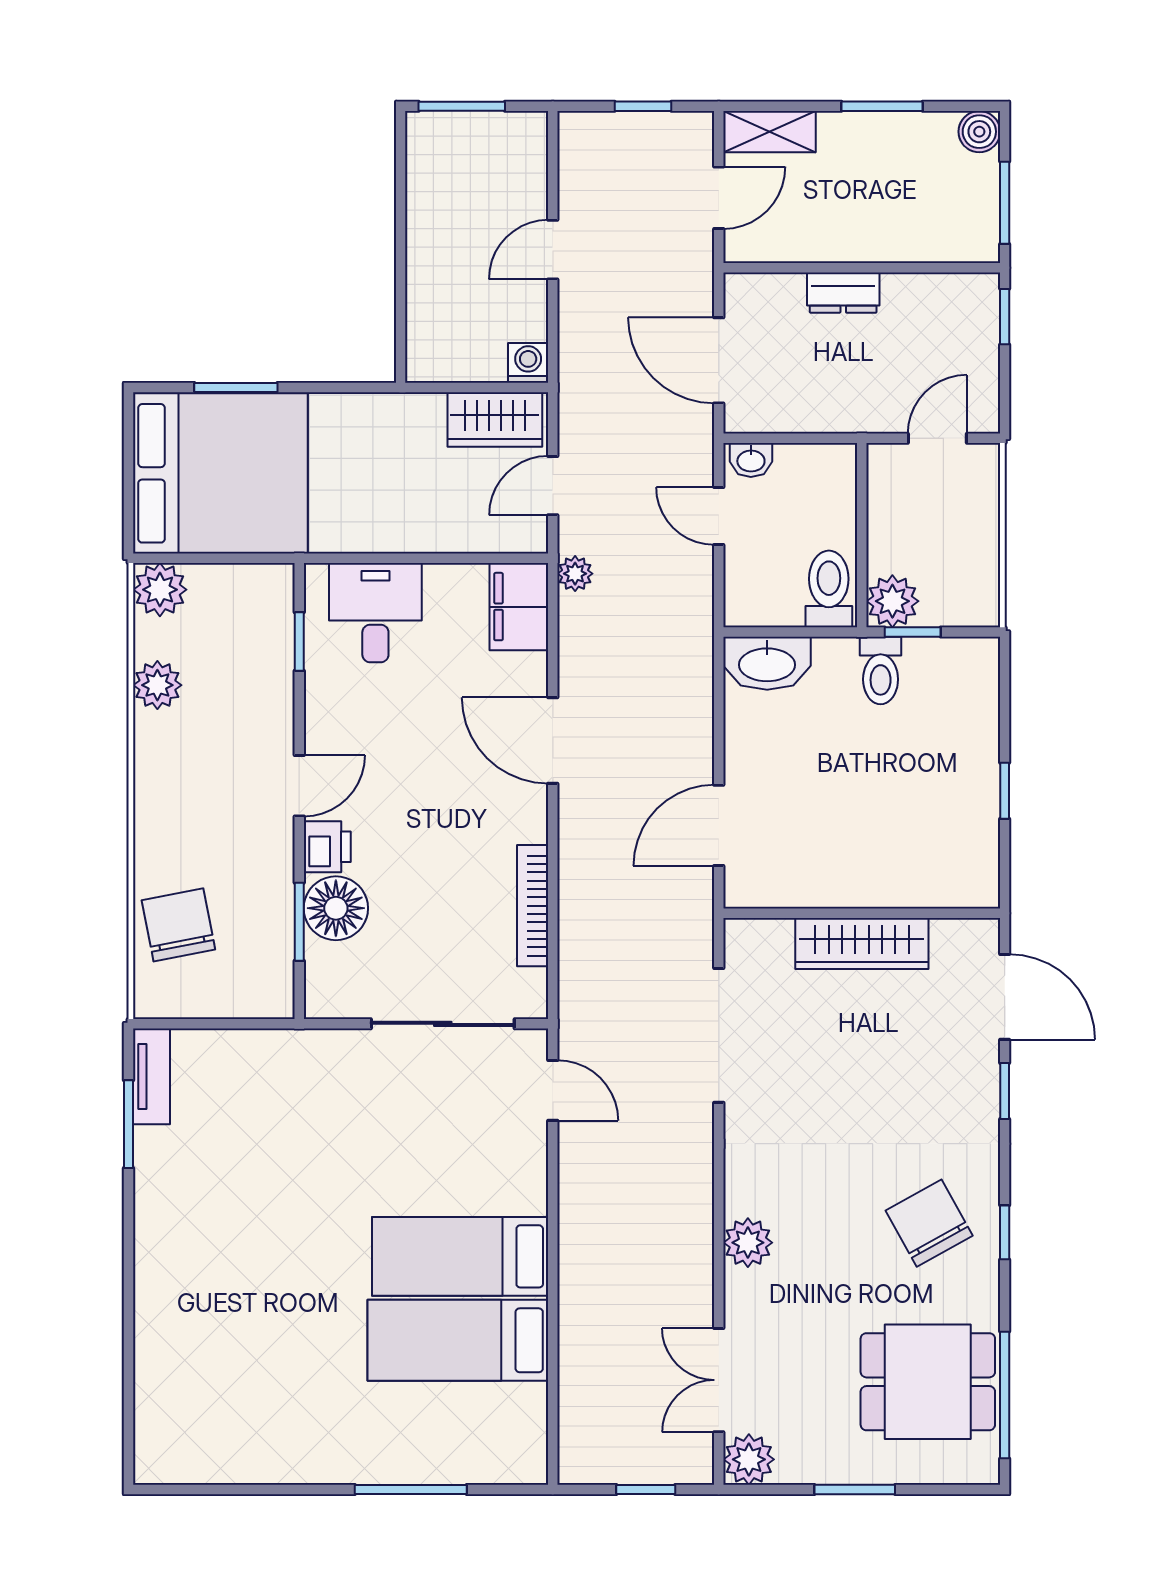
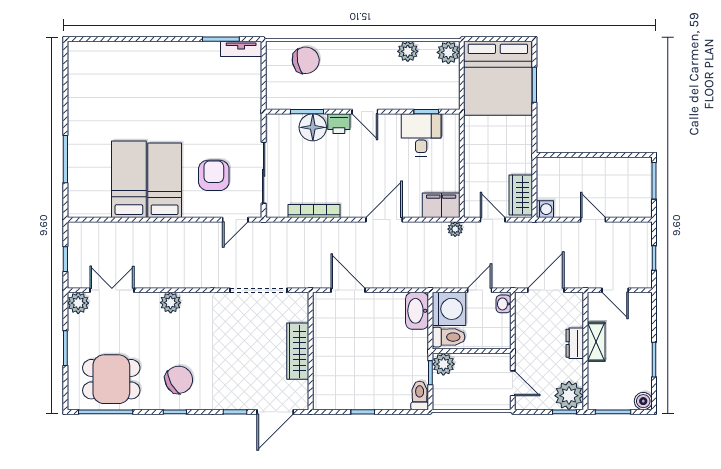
shelving: (769, 132) -> (596, 342), moved
plant: (966, 306) -> (569, 396), added
washing machine: (763, 588) -> (449, 309), added
desk: (375, 613) -> (421, 135), moved, turned -90
toilet: (881, 670) -> (420, 395), moved, turned 90
armchair: (449, 1141) -> (214, 175), added
dining table: (928, 1382) -> (111, 379), turned 90

